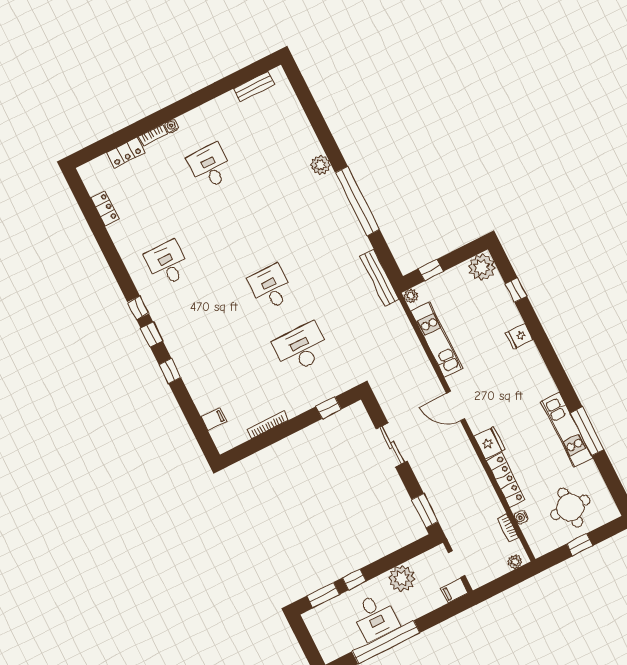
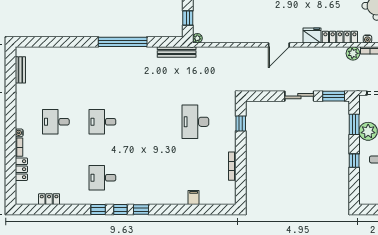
plant: (320, 165) -> (353, 53), moved
desk: (271, 287) -> (102, 122), moved
kitchen unit: (437, 340) -> (232, 36), removed
window: (170, 371) -> (98, 209), moved
filing cabinet: (214, 419) -> (194, 197), moved
sliding door: (392, 445) -> (299, 96), moved
window: (323, 595) -> (354, 124), moved

